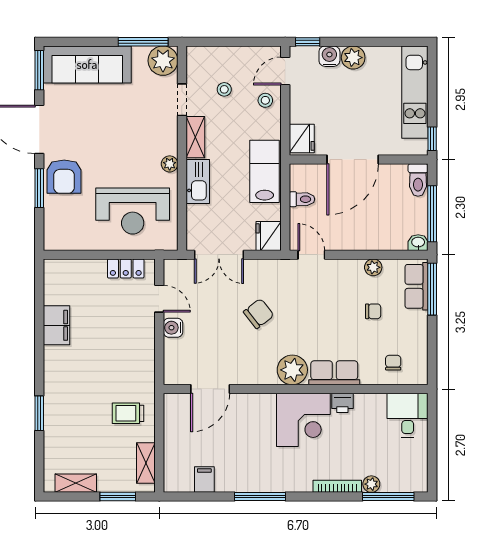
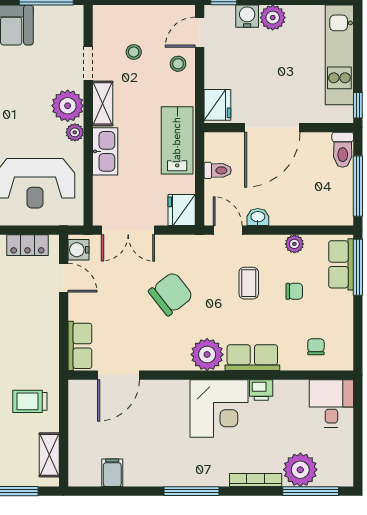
plant: (163, 61) -> (68, 106), moved
washbasin: (418, 243) -> (258, 217), moved
coffee table: (331, 304) -> (249, 283), added
chair: (259, 314) -> (171, 294), width x1.37, depth x1.37
water cooler: (173, 328) -> (78, 250), moved
row of seats: (174, 362) -> (80, 346), added
plant: (371, 484) -> (300, 470), width x1.88, depth x1.88
window: (260, 497) -> (191, 491), moved

